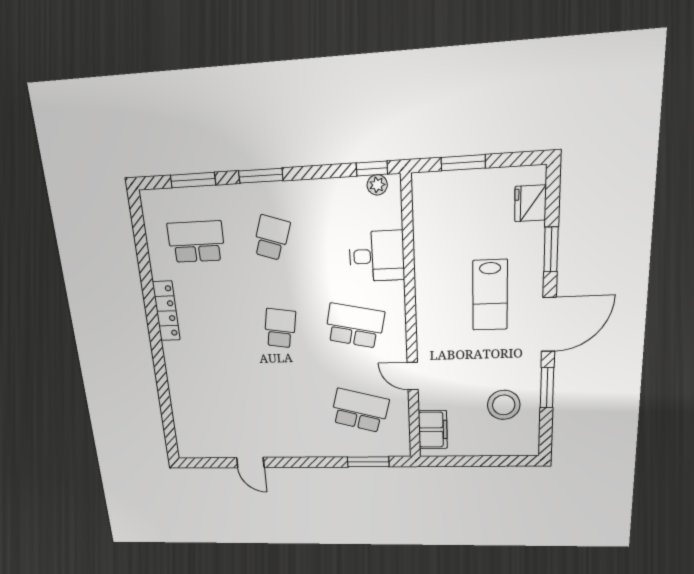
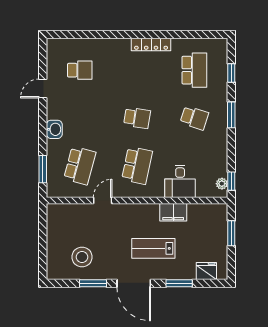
window: (193, 180) -> (231, 73), width x0.67
school desk: (218, 413) -> (80, 70), added
filing cabinet: (433, 430) -> (173, 212), moved
washbasin: (308, 447) -> (54, 129), added

